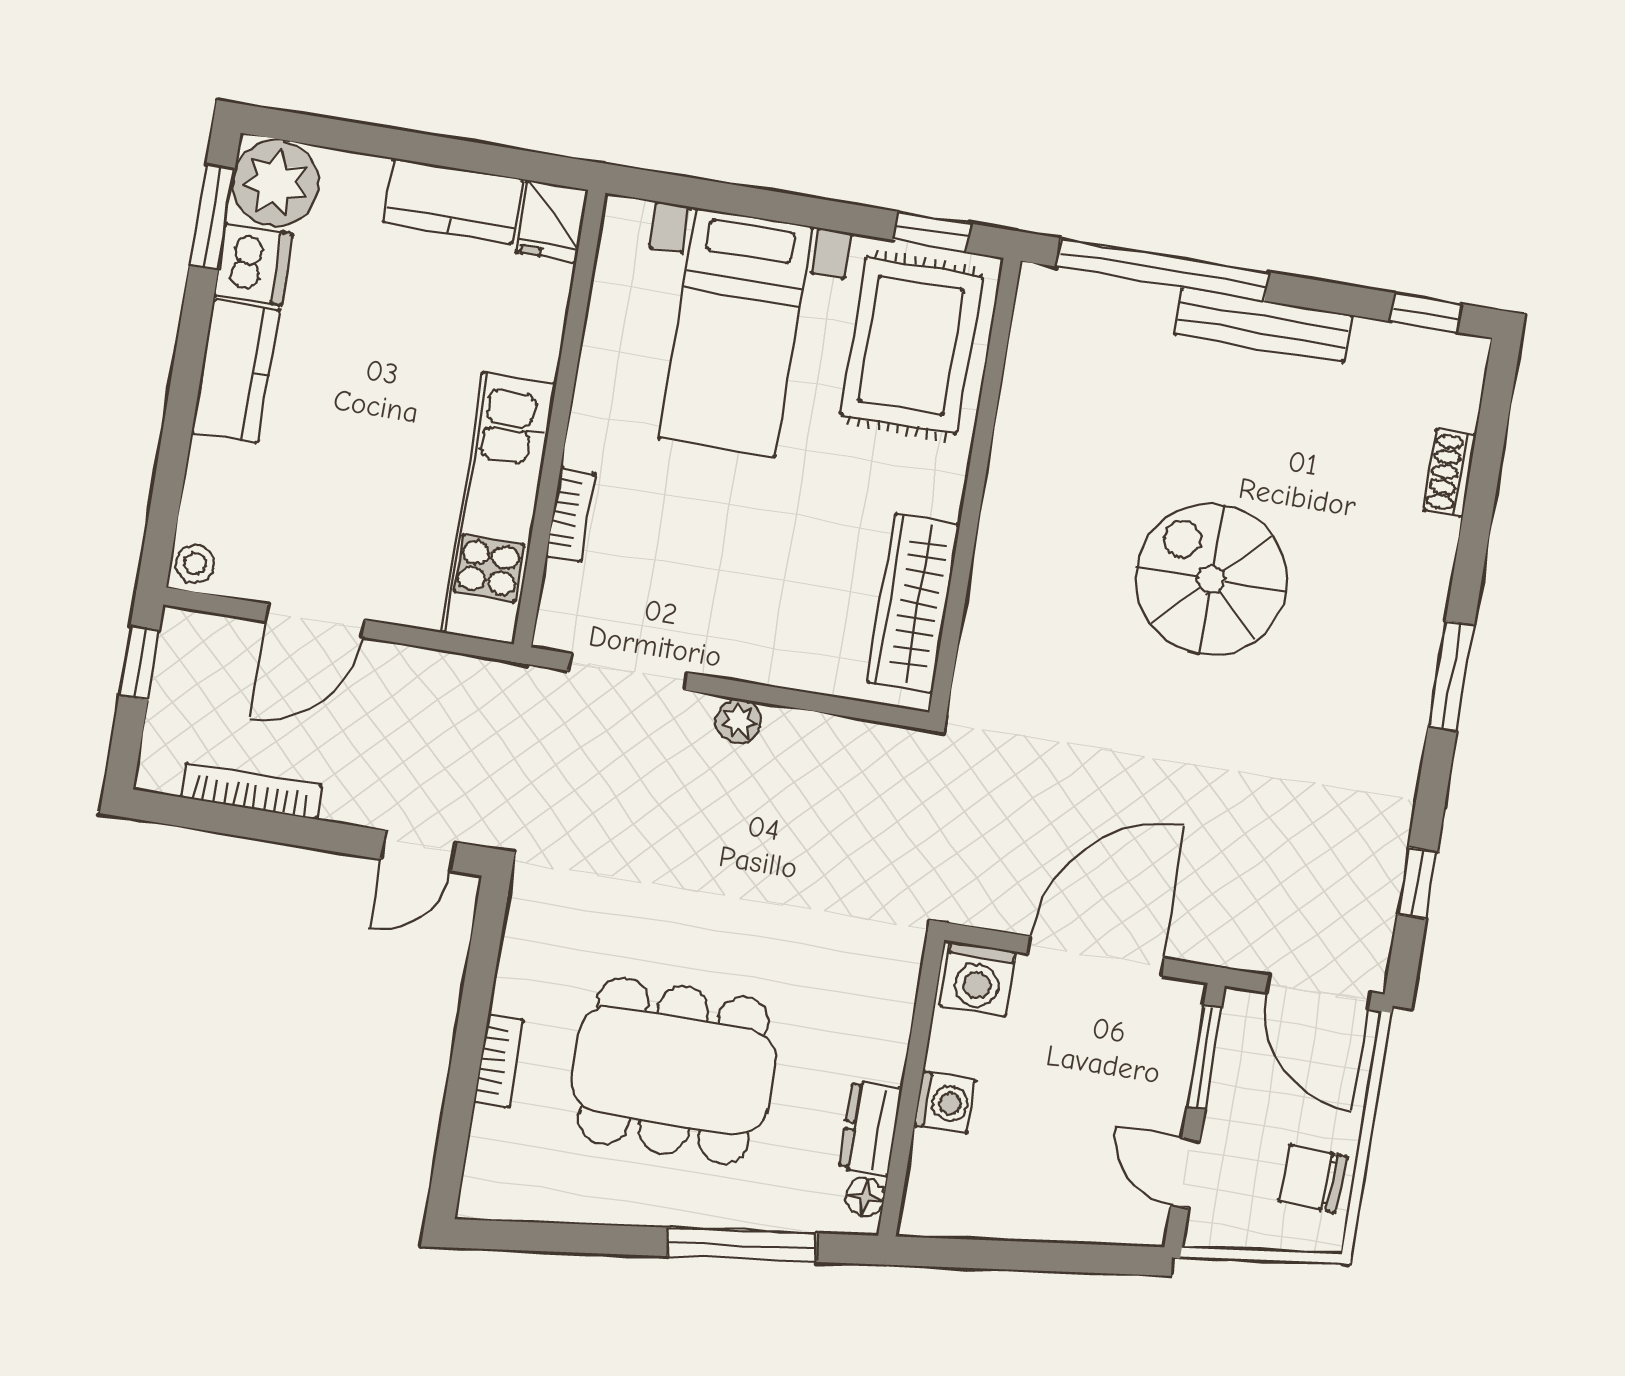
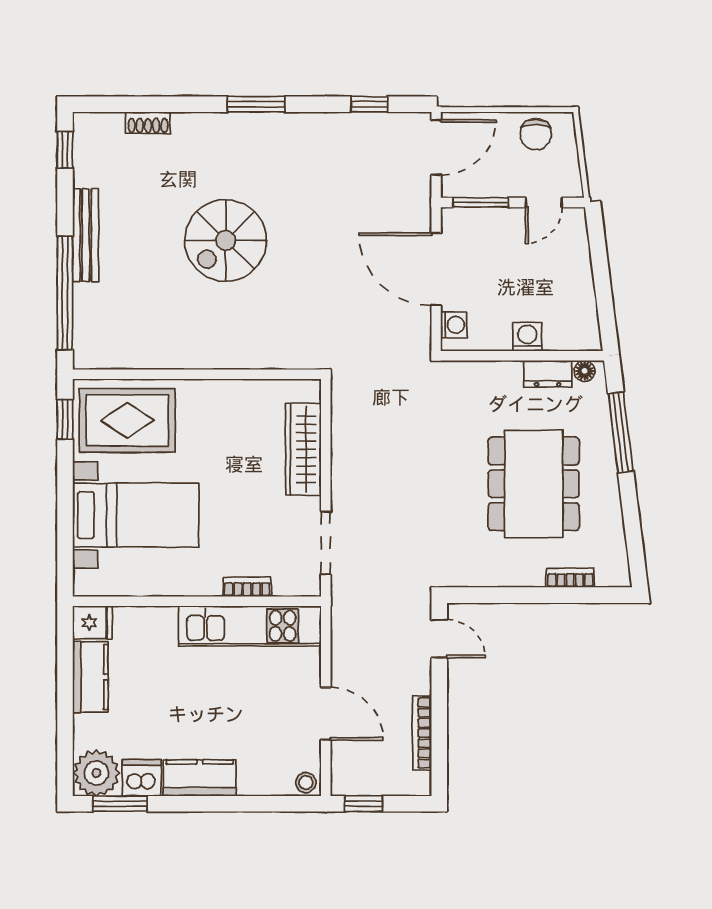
wardrobe: (914, 603) -> (303, 449), moved, turned 90
plant: (738, 721) -> (342, 480), removed
washing machine: (978, 979) -> (454, 325), width x0.73, depth x0.73
bookcase: (498, 1061) -> (570, 578), moved

